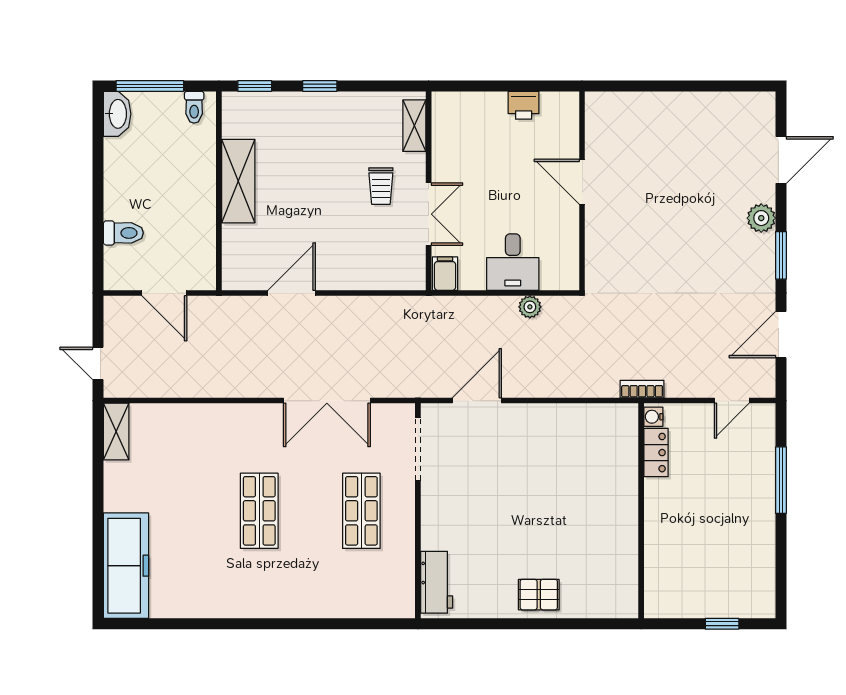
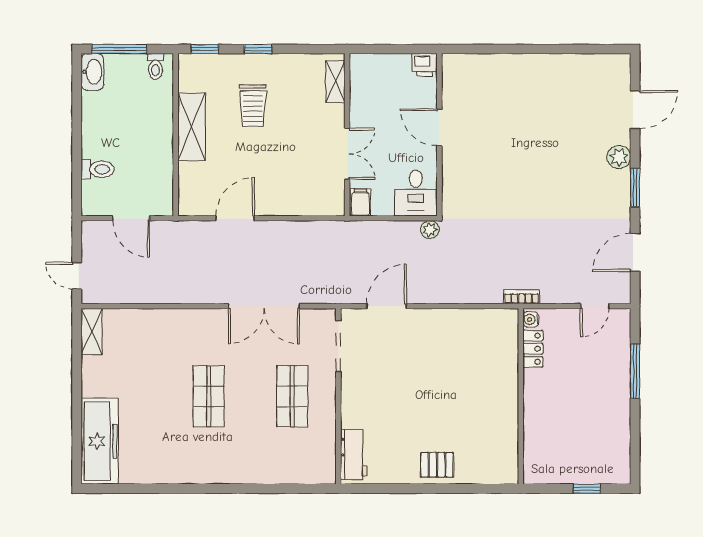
door: (582, 182) -> (439, 127), moved
trolley: (381, 186) -> (253, 106), moved, width x1.36, depth x1.39
wall: (582, 191) -> (439, 135), moved

